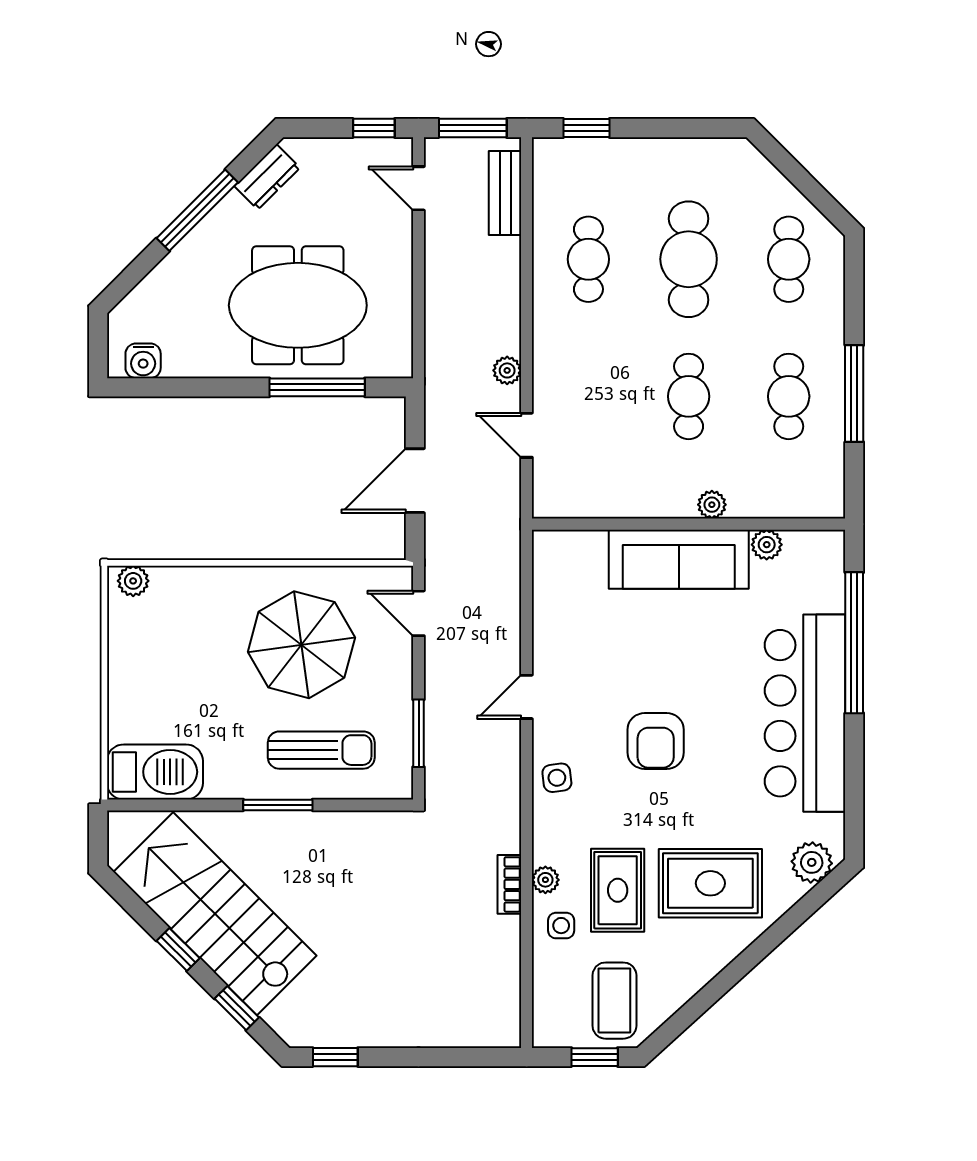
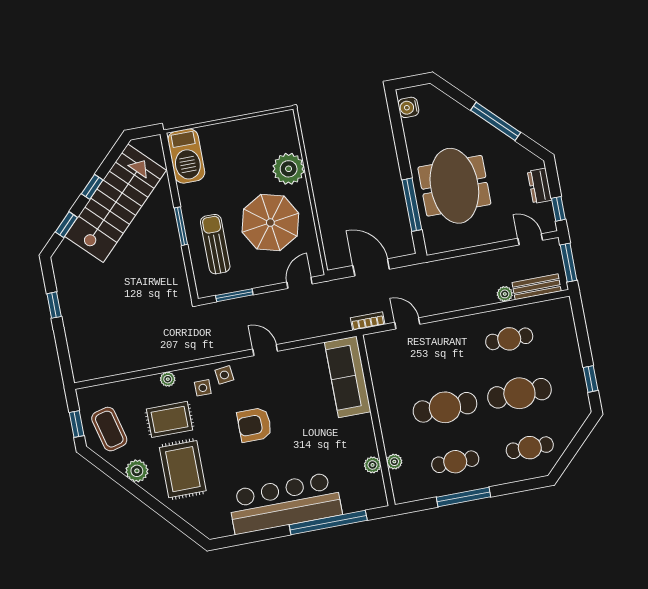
window: (586, 128) -> (591, 379), moved
dresser: (267, 177) -> (540, 186), moved, turned 45
door: (419, 188) -> (530, 239), hinge flipped
plant: (507, 370) -> (505, 294), moved
cafe table: (689, 396) -> (445, 407), width x1.37, depth x1.35
door: (527, 435) -> (407, 323), hinge flipped
plant: (712, 505) -> (394, 462), moved
sofa: (679, 559) -> (348, 377), moved
plant: (133, 581) -> (289, 169), moved, width x1.88, depth x1.88
sun lounger: (321, 750) -> (215, 244), turned 180
plant: (812, 862) -> (137, 471), moved
bookcase: (509, 884) -> (368, 321), moved
side table: (561, 926) -> (203, 388), moved
coffee table: (614, 1001) -> (109, 429), turned 76
window: (335, 1057) -> (54, 305), moved

